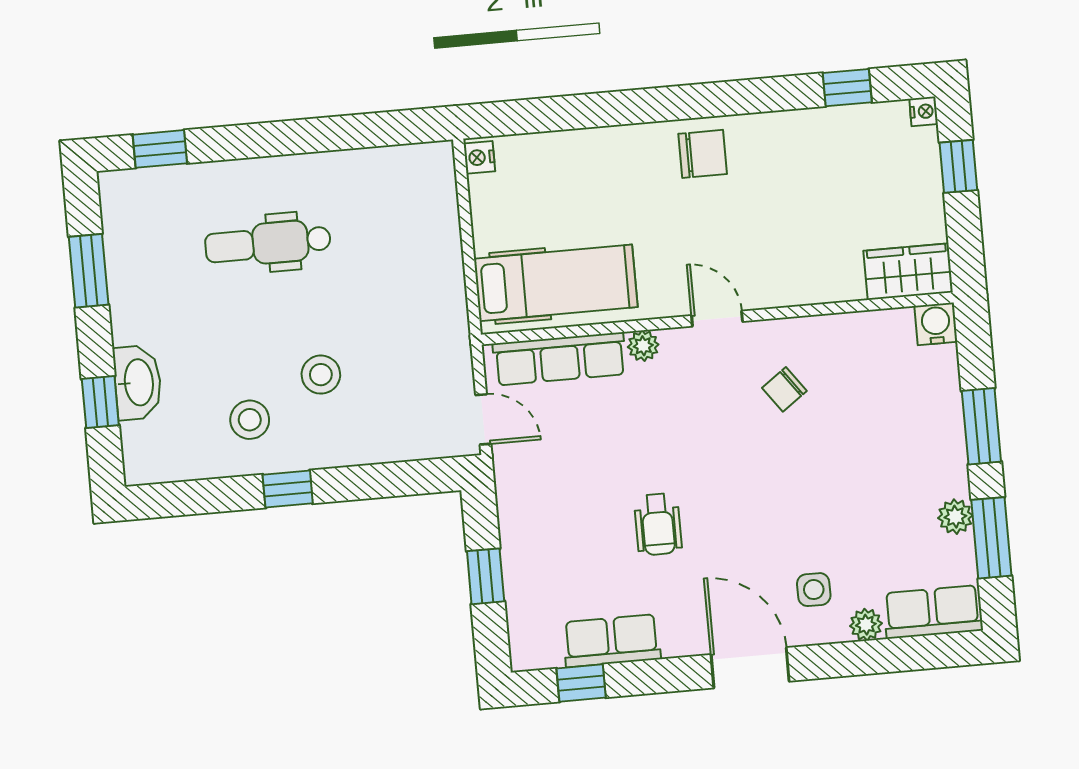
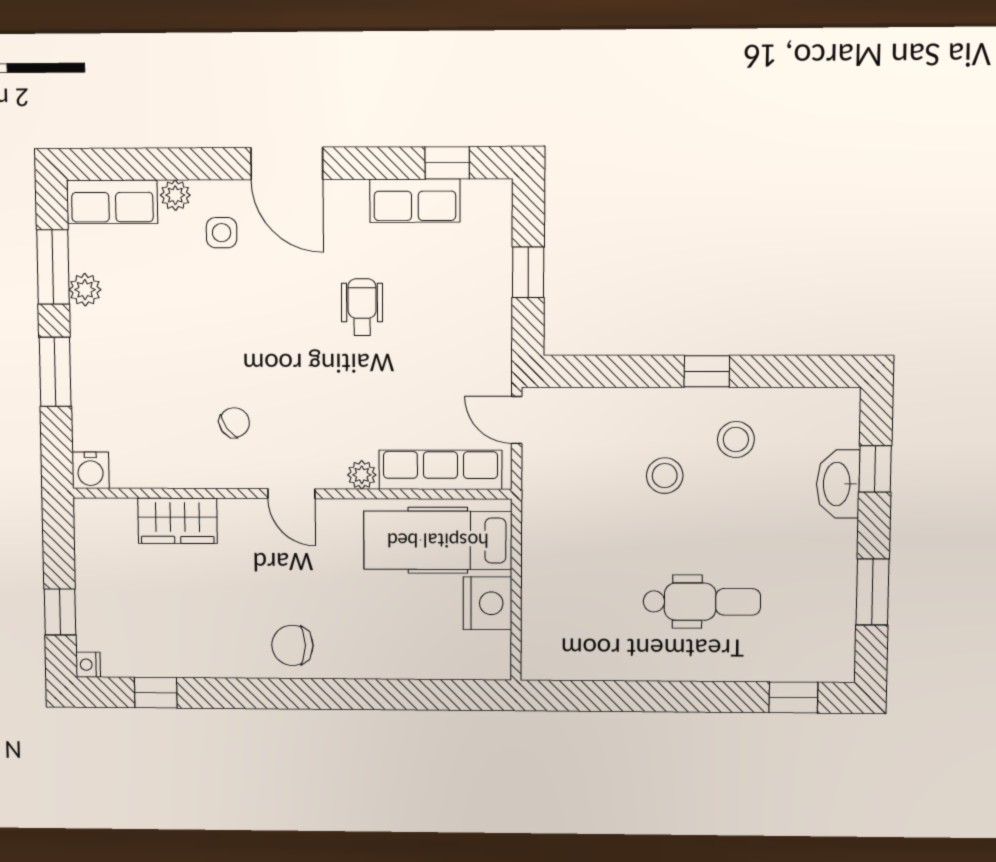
nightstand: (479, 157) -> (487, 603), moved, width x1.89, depth x1.79
wardrobe: (908, 272) -> (177, 521), moved

